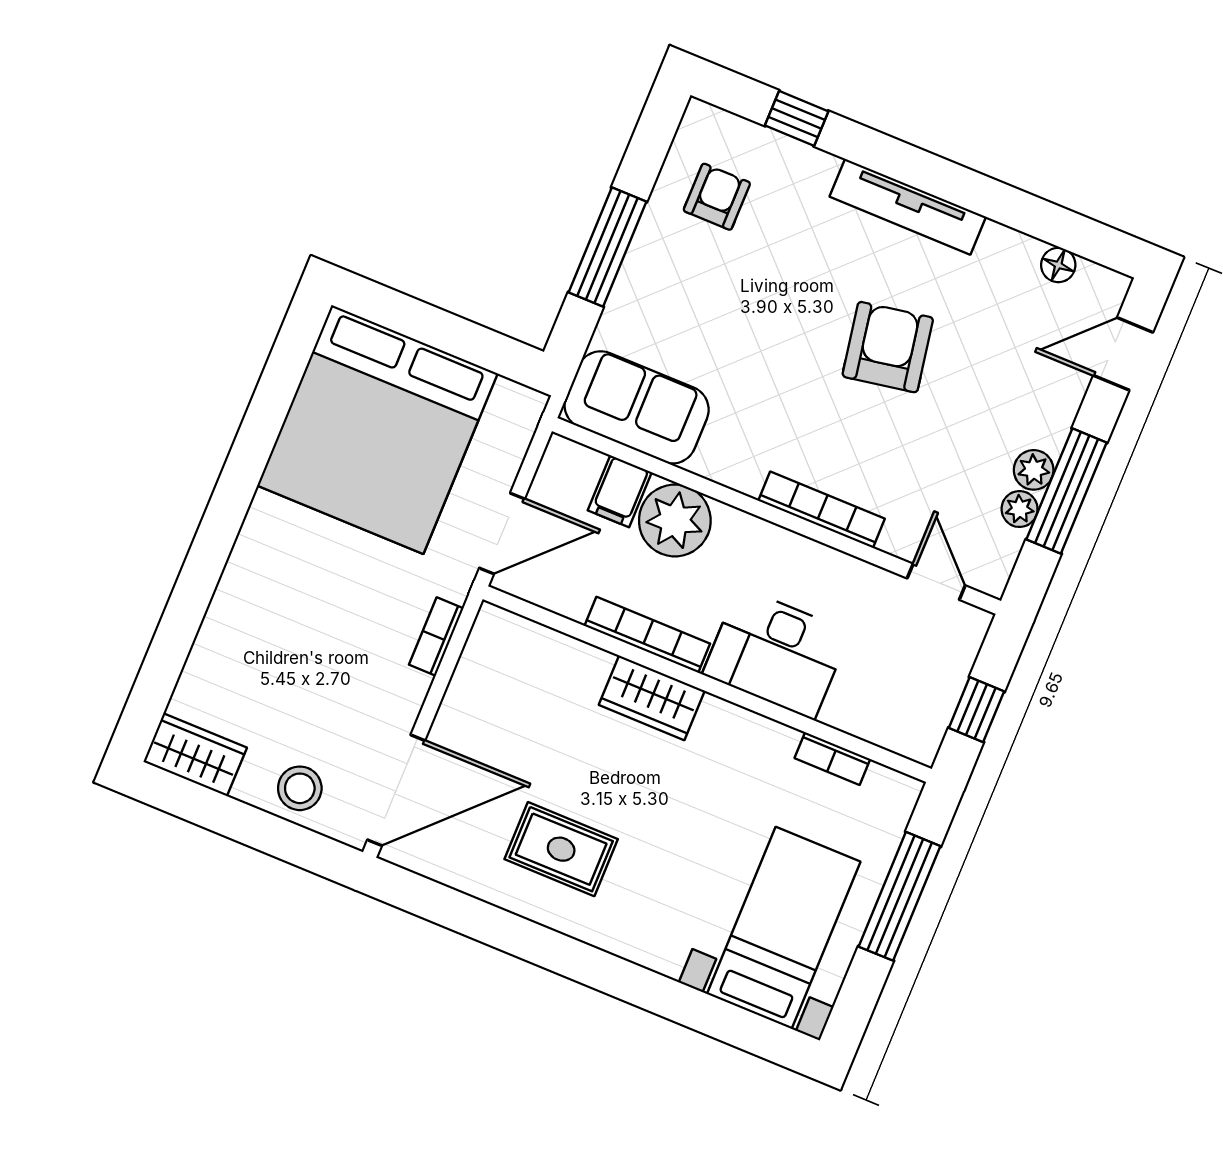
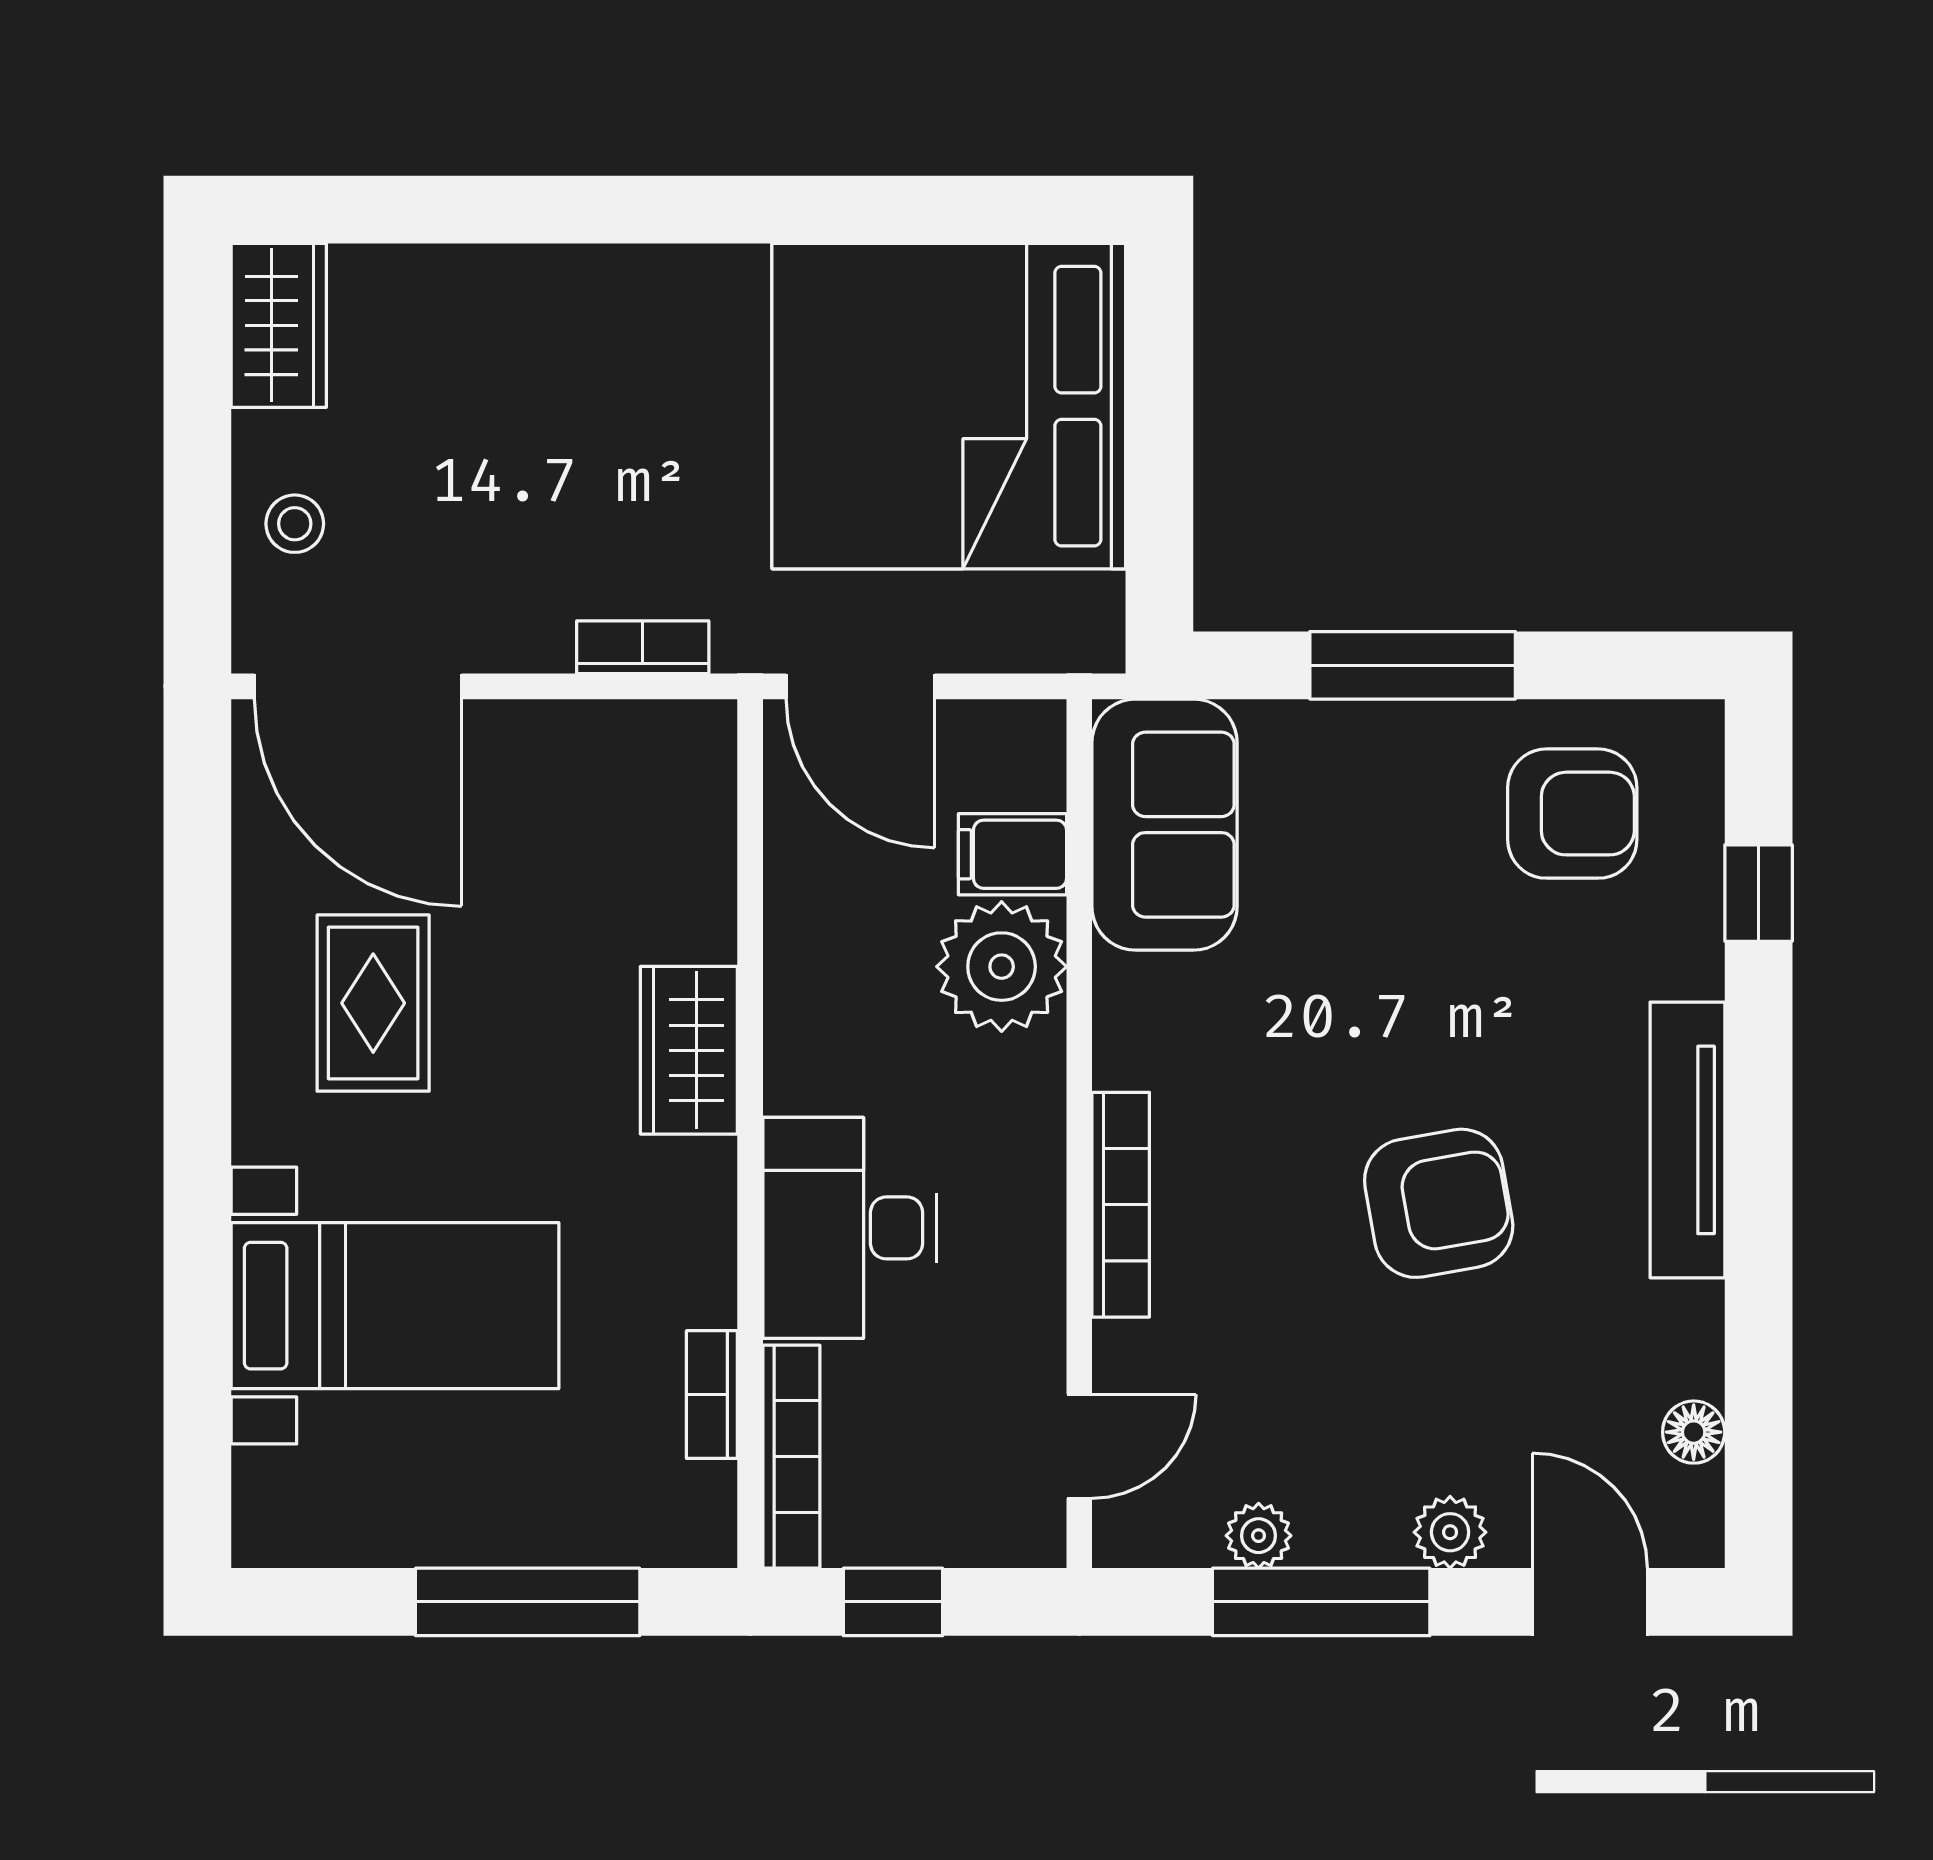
armchair: (717, 197) -> (1572, 814), width x1.38, depth x1.38
plant: (1034, 470) -> (1450, 1532), moved
bookcase: (647, 635) -> (791, 1457), moved
stool: (300, 788) -> (295, 524), width x0.73, depth x0.73
bed with nightstands: (784, 928) -> (395, 1306), moved

